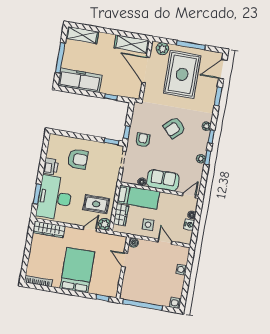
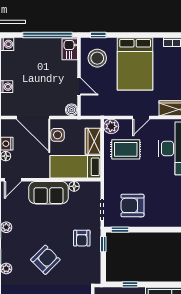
armchair: (78, 159) -> (132, 205), moved
door: (90, 229) -> (141, 117), moved
door: (165, 242) -> (33, 117), width x1.88
stool: (106, 280) -> (97, 58), added
kitchen sink: (127, 290) -> (70, 49), added

